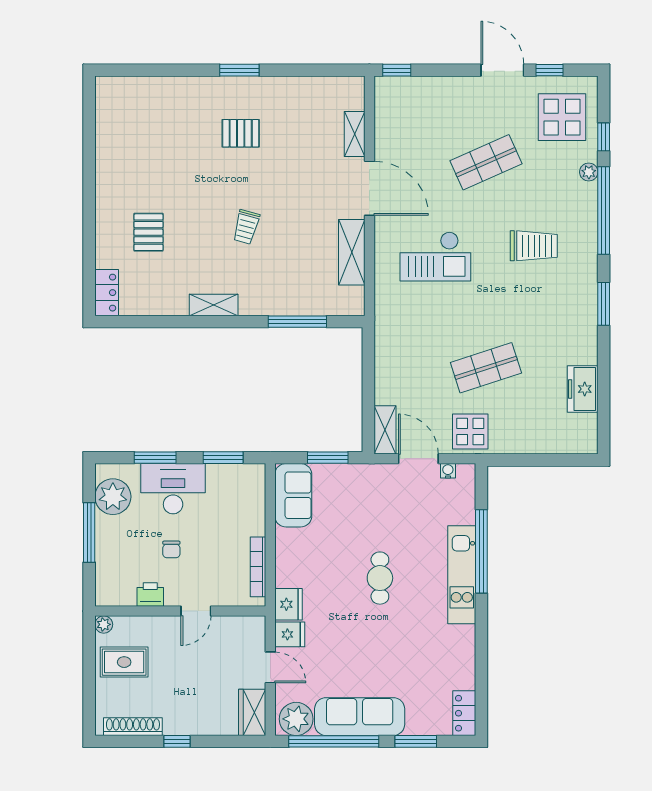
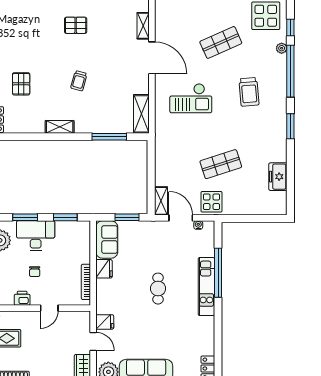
trolley: (534, 246) -> (249, 92), turned 85
shelving: (352, 252) -> (141, 114), moved
fridge: (289, 604) -> (104, 269), moved

